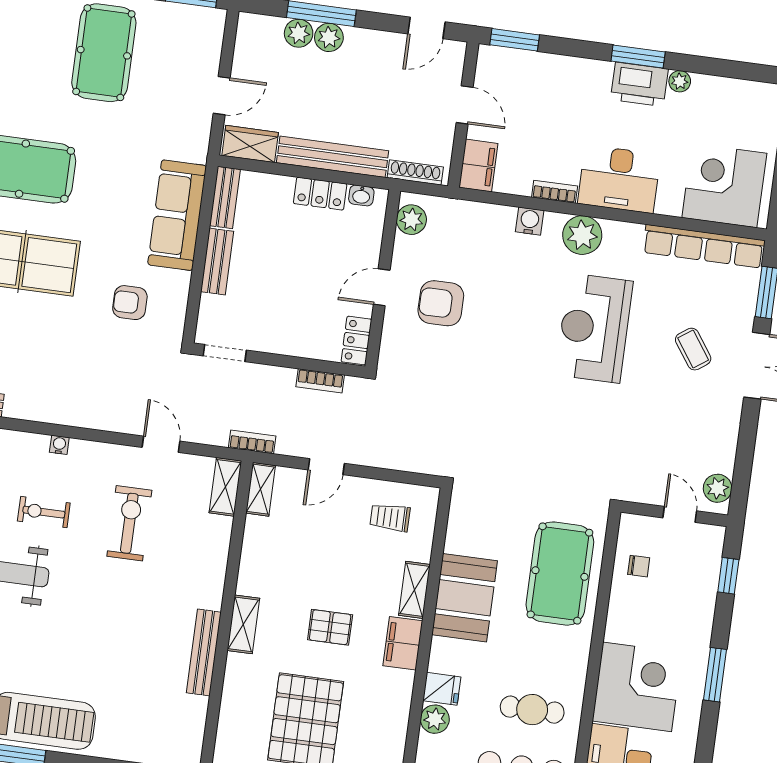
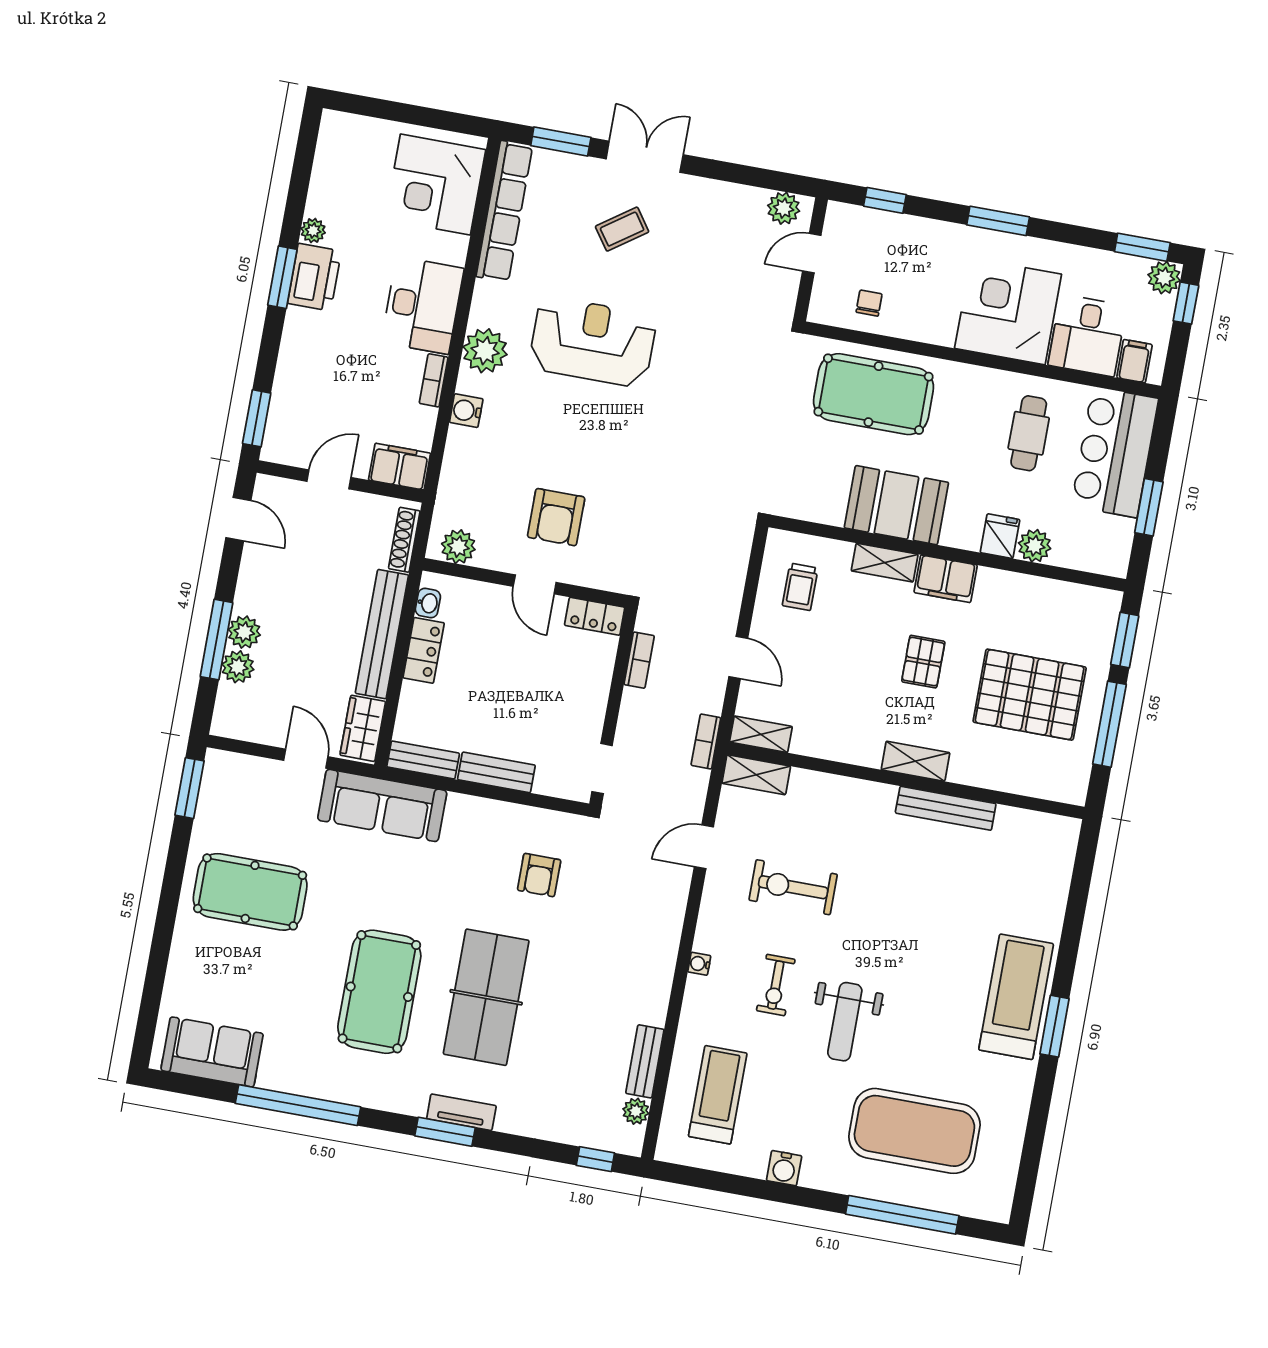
sofa: (177, 215) -> (382, 805), moved
reception desk: (594, 328) -> (593, 342), turned 180

